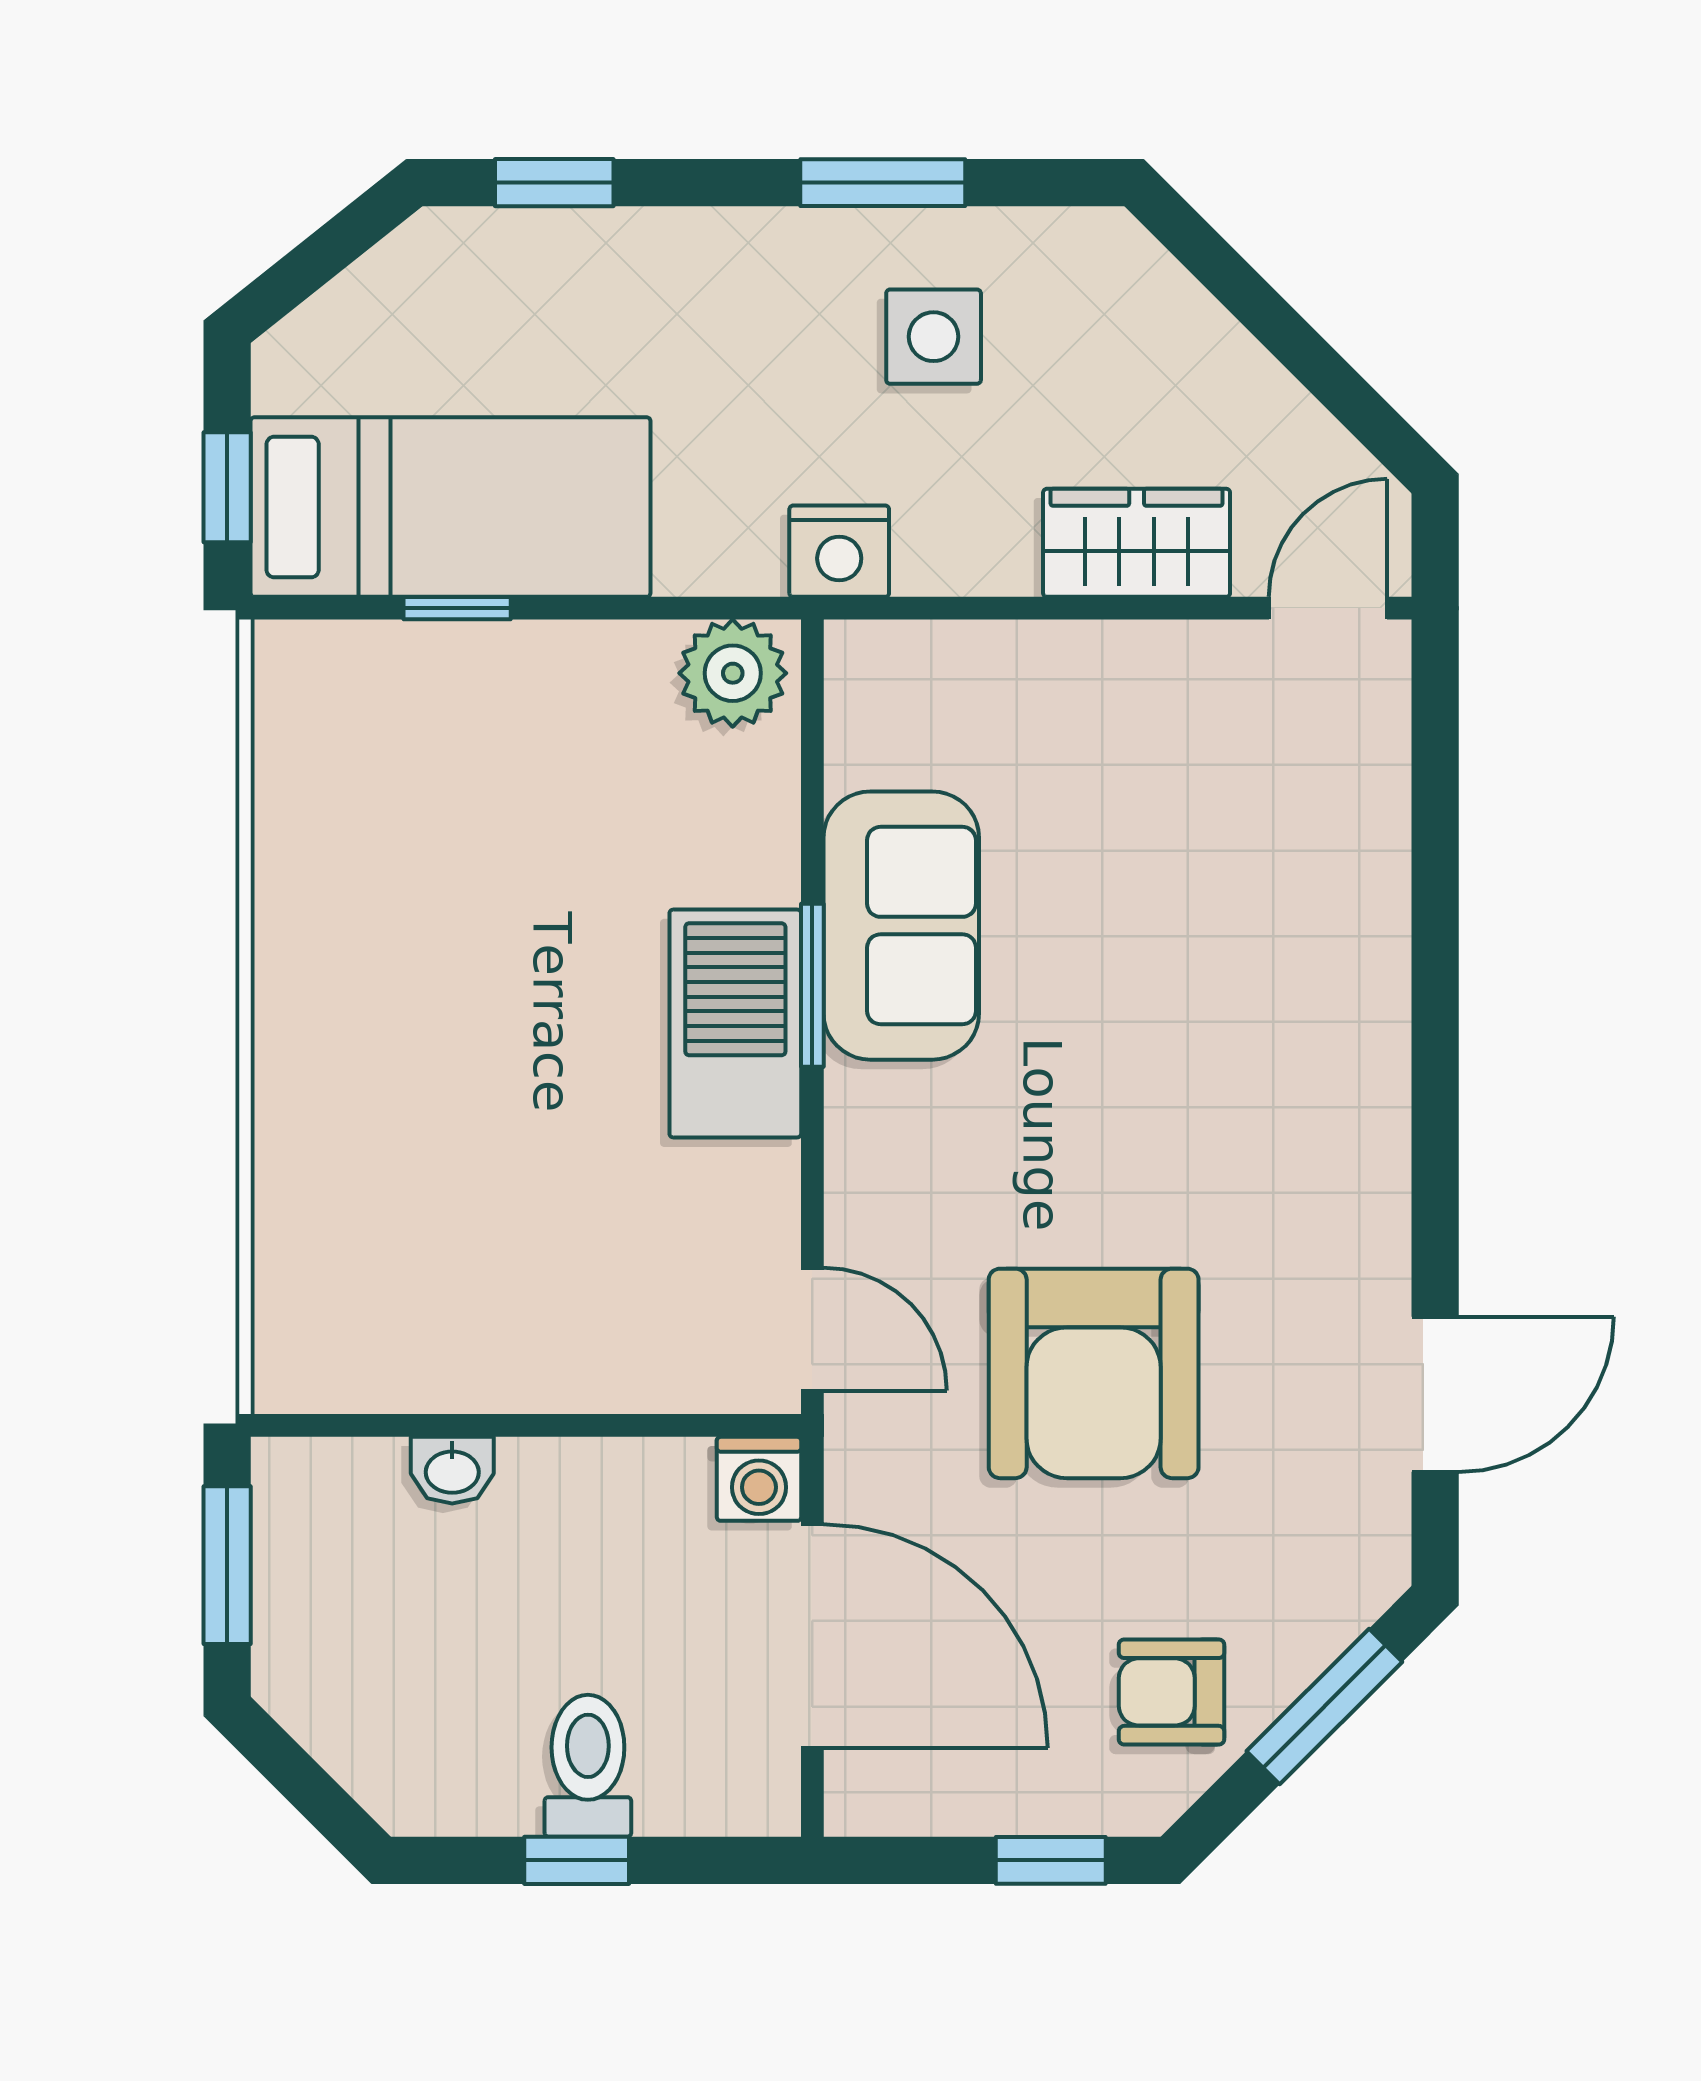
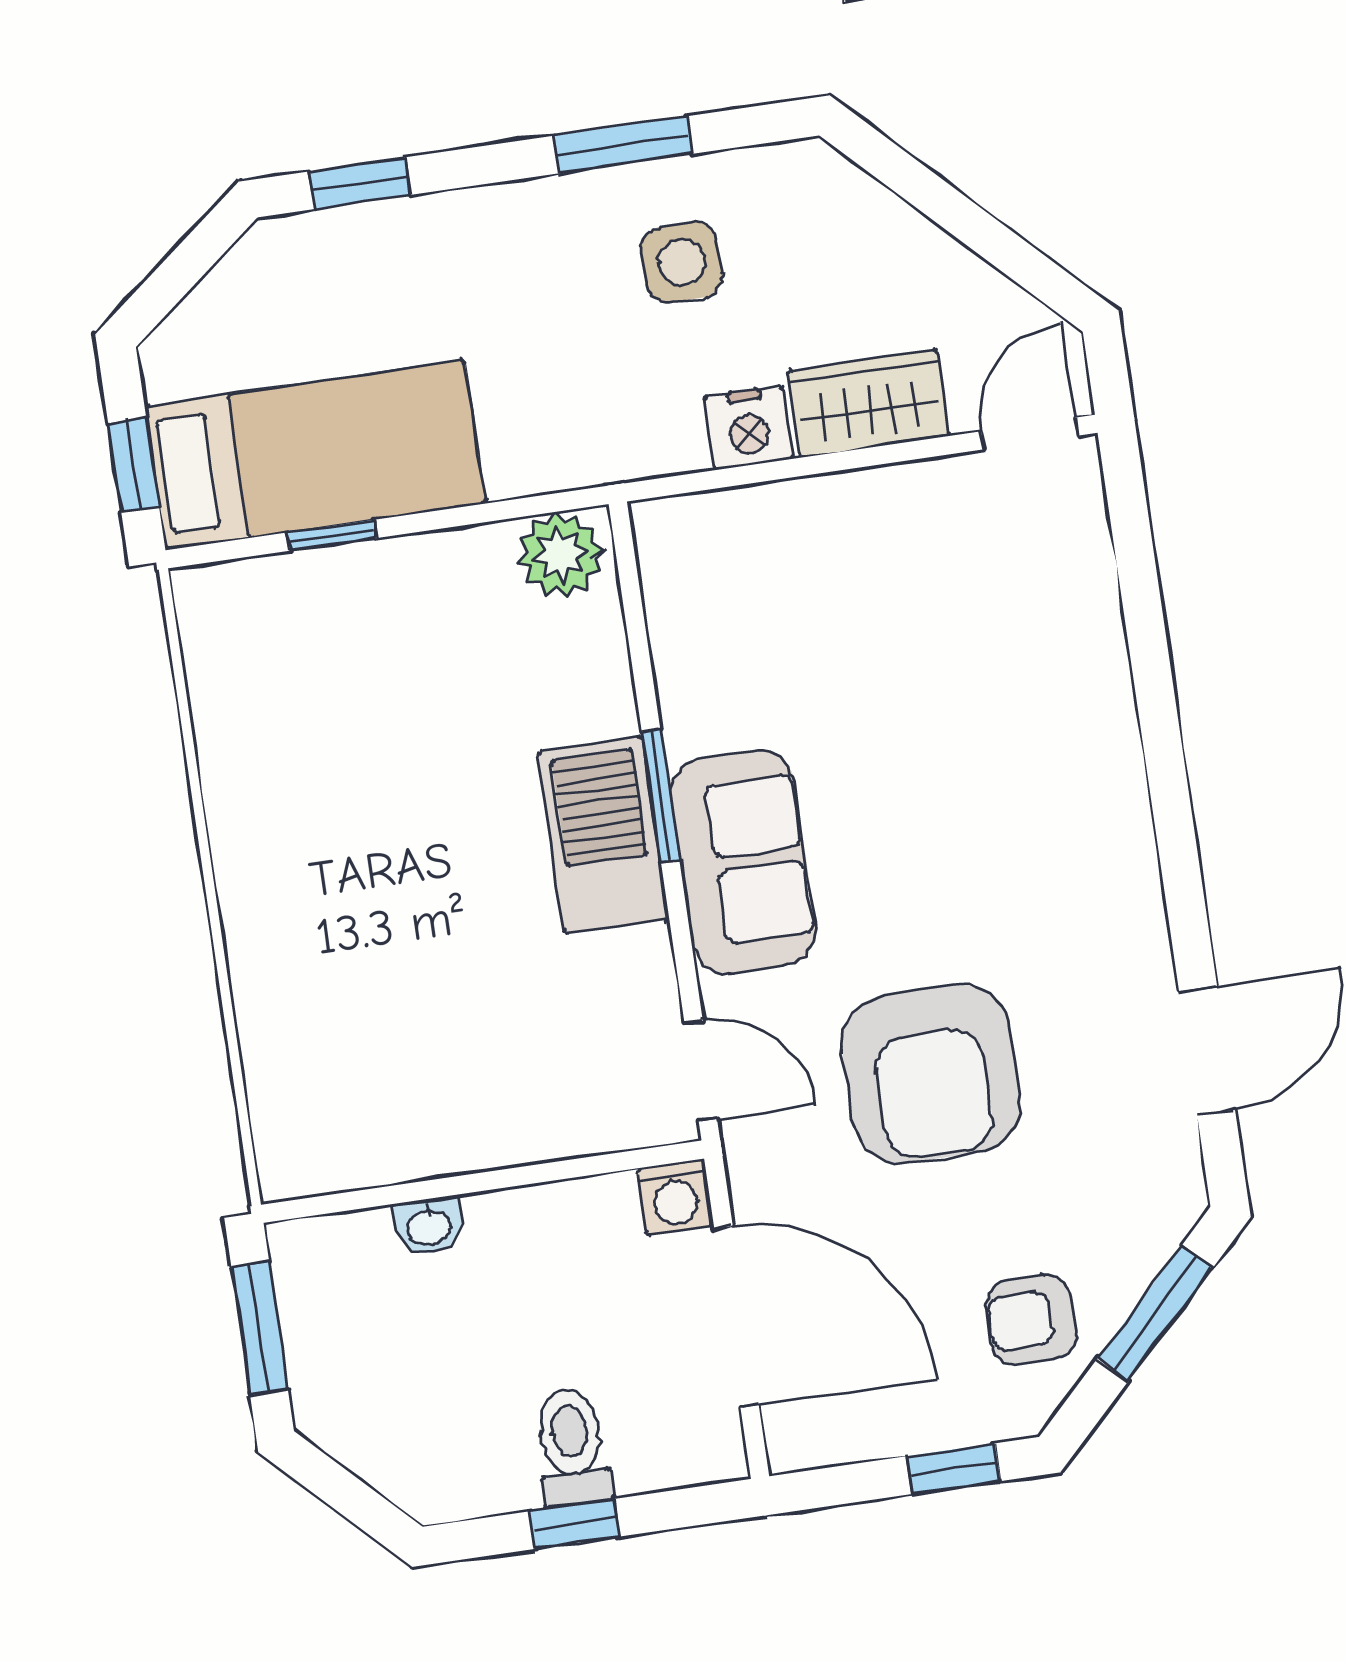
nightstand: (839, 551) -> (749, 428), moved
sofa: (901, 926) -> (743, 862), moved

